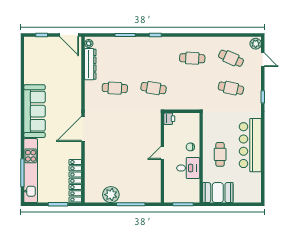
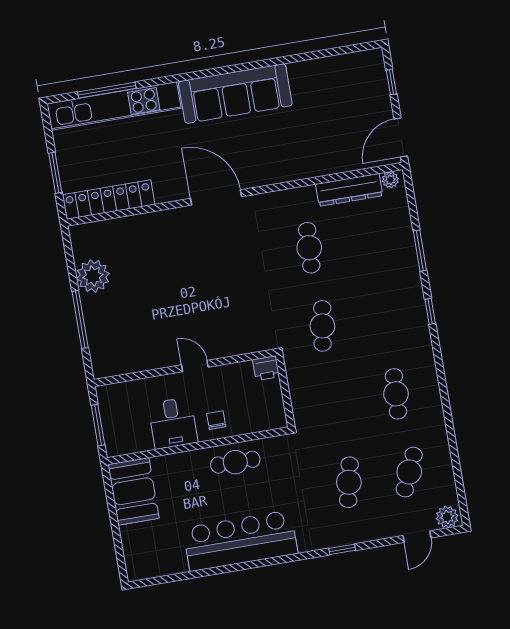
cafe table: (220, 154) -> (235, 462), moved

